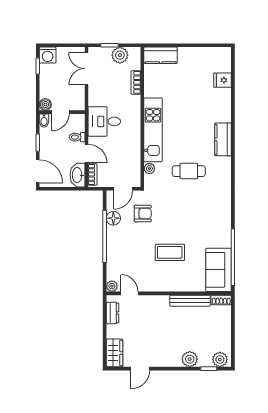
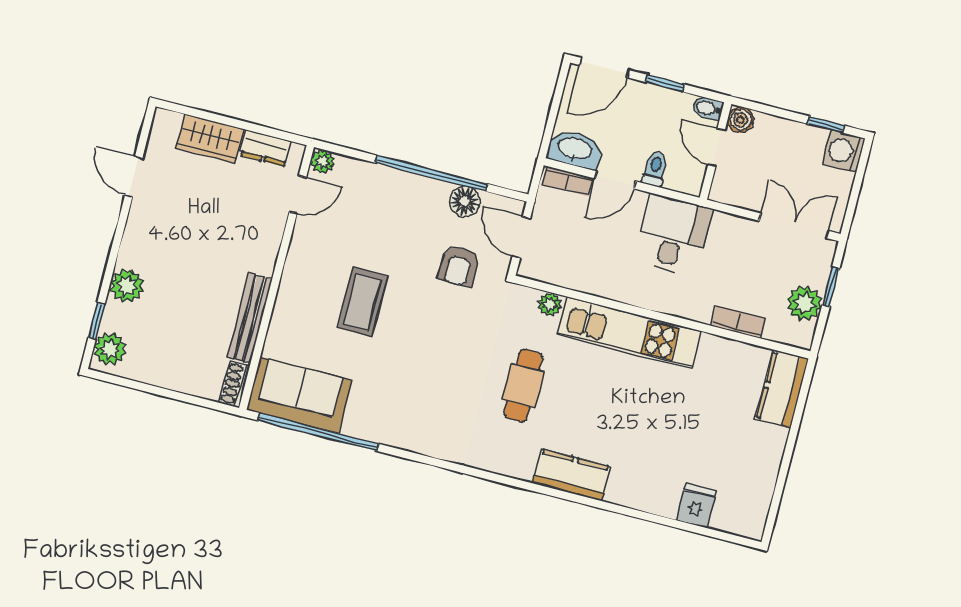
wardrobe: (114, 353) -> (210, 138), moved

